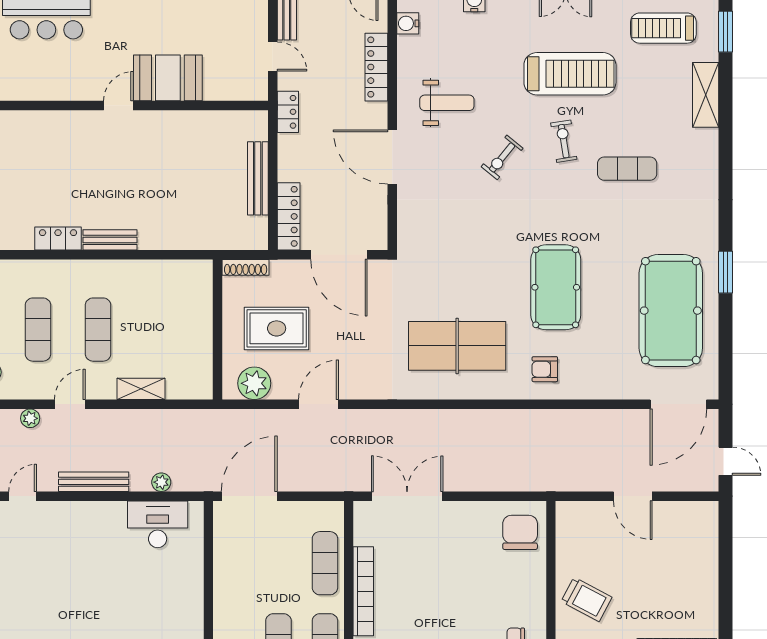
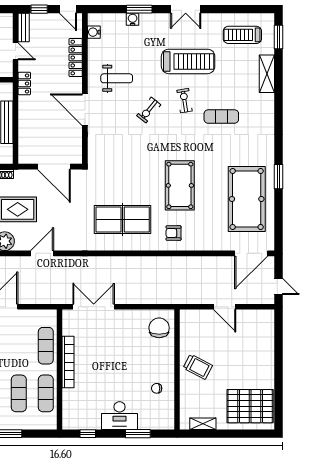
locker: (289, 216) -> (25, 144), removed

